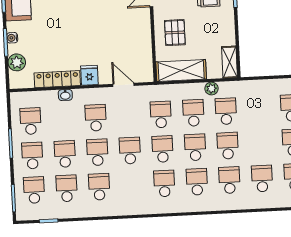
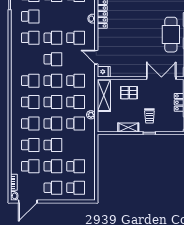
shelving: (230, 62) -> (128, 127), moved
fridge: (89, 75) -> (104, 72), moved
door: (123, 85) -> (96, 57), swing flipped
school desk: (65, 154) -> (53, 145), moved

